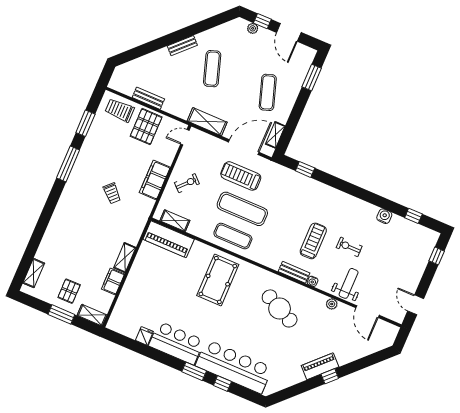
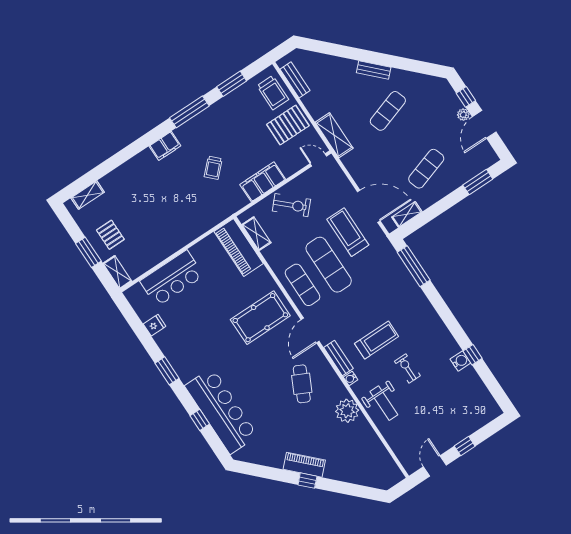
plant: (253, 28) -> (463, 115), moved
bench: (148, 98) -> (295, 80), moved
trolley: (120, 110) -> (273, 93), turned 180
shelving: (207, 122) -> (334, 135), moved
window: (305, 169) -> (414, 266), width x2.17
exercise bike: (187, 183) -> (291, 205), width x1.38, depth x1.39
window: (413, 216) -> (473, 355), moved
window: (437, 256) -> (465, 446), moved
shelving: (125, 258) -> (185, 238), removed
filing cabinet: (113, 281) -> (165, 146), moved, turned 180
weight bench: (349, 283) -> (384, 403), turned 90
pallet: (69, 291) -> (110, 235), turned 90
plant: (332, 304) -> (347, 411), width x1.87, depth x1.87
cafe table: (280, 308) -> (302, 384), width x0.73, depth x0.74
door: (367, 312) -> (310, 330), moved
bar counter: (176, 343) -> (172, 278), moved, turned 90
window: (194, 371) -> (167, 371), moved

